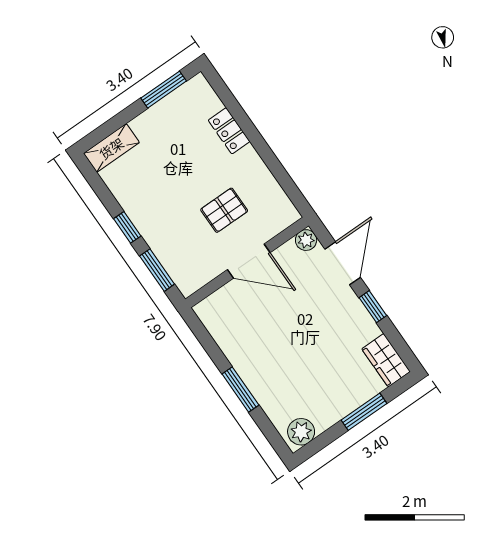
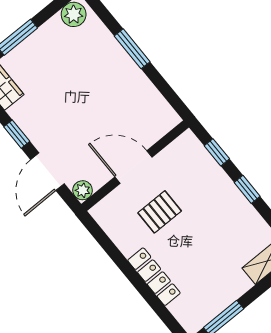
locker: (229, 131) -> (154, 277), width x1.53
window: (157, 270) -> (217, 152), width x0.67

